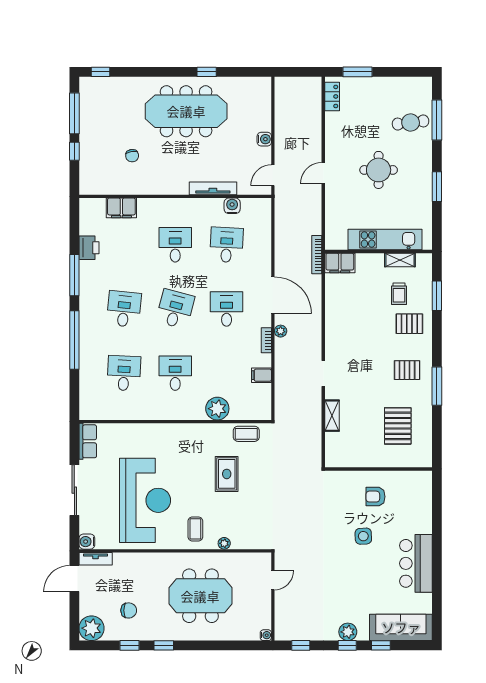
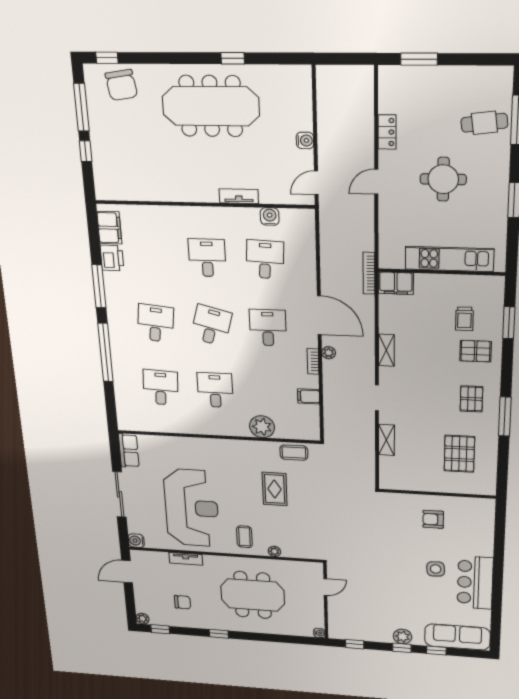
locker: (332, 96) -> (387, 132), moved
chair: (132, 156) -> (121, 85), moved, width x1.87, depth x1.87
tv unit: (213, 188) -> (239, 196), width x0.71
filing cabinet: (121, 208) -> (109, 228), moved, turned -90
shelving: (400, 260) -> (386, 350), moved, turned 90
pallet: (407, 370) -> (471, 399), turned 90
side table: (363, 536) -> (436, 569), moved
tv unit: (96, 559) -> (186, 559), moved
plant: (92, 628) -> (143, 619), width x0.53, depth x0.53
window: (129, 645) -> (160, 629), moved

